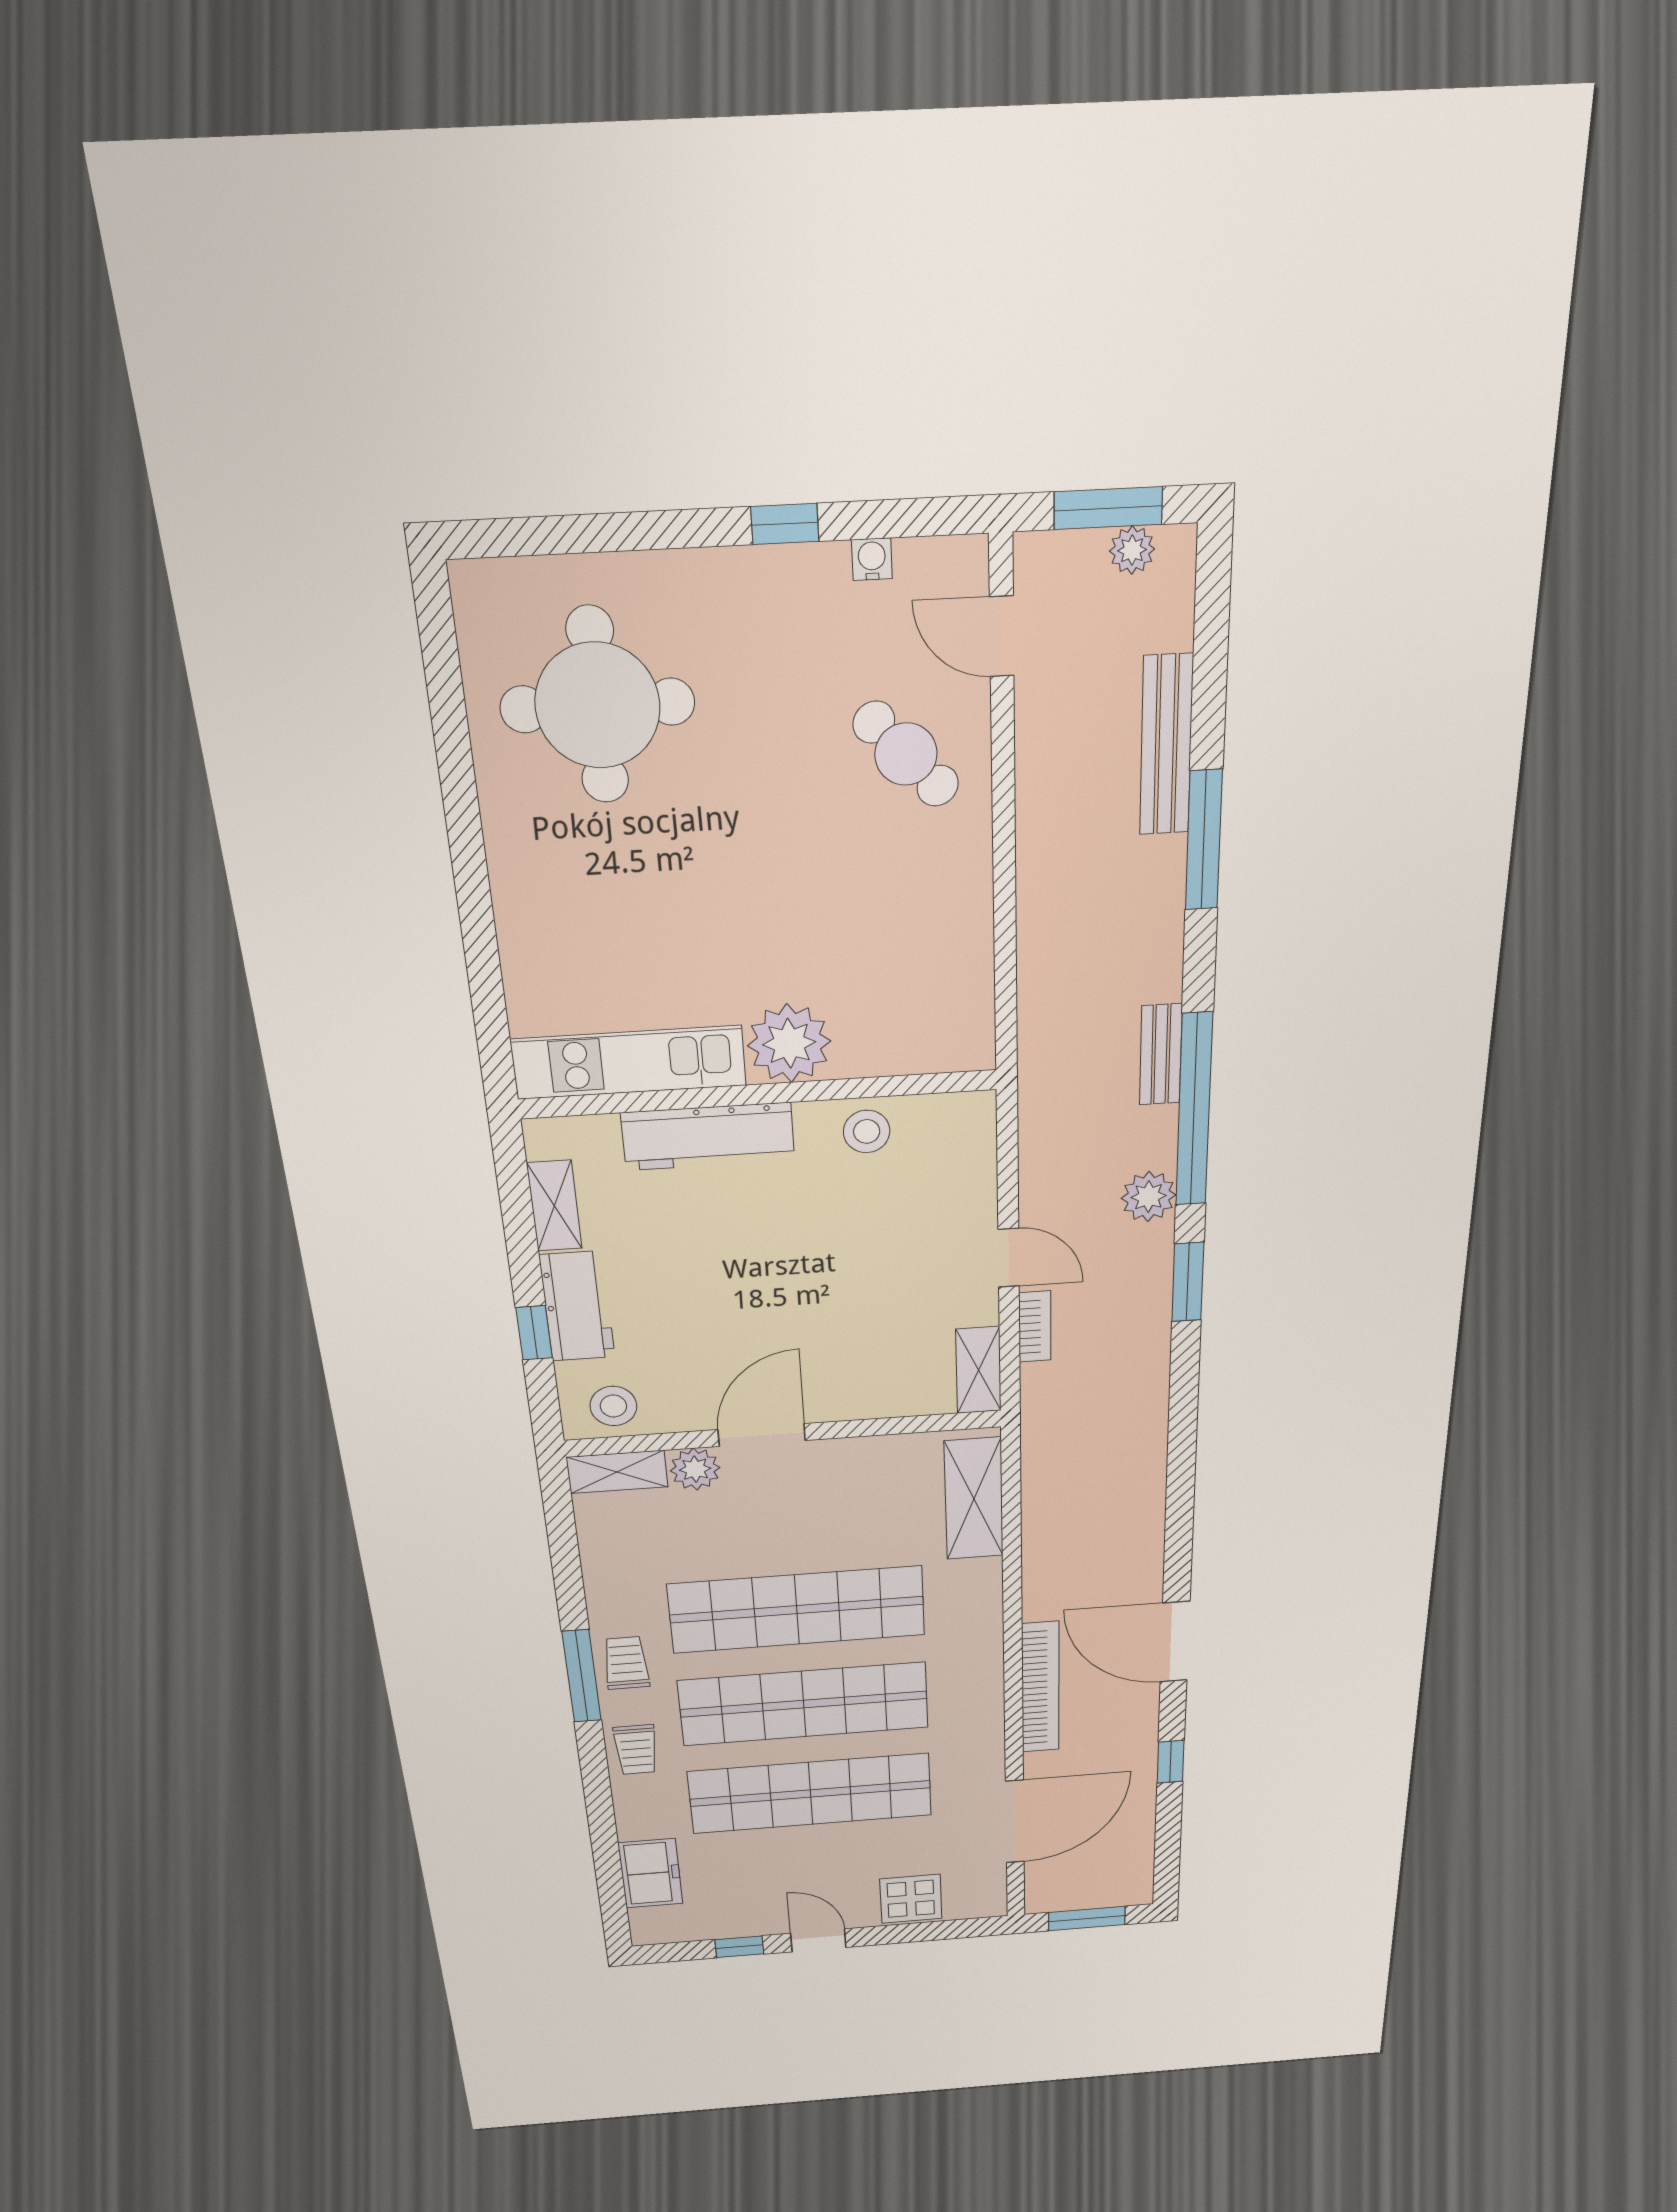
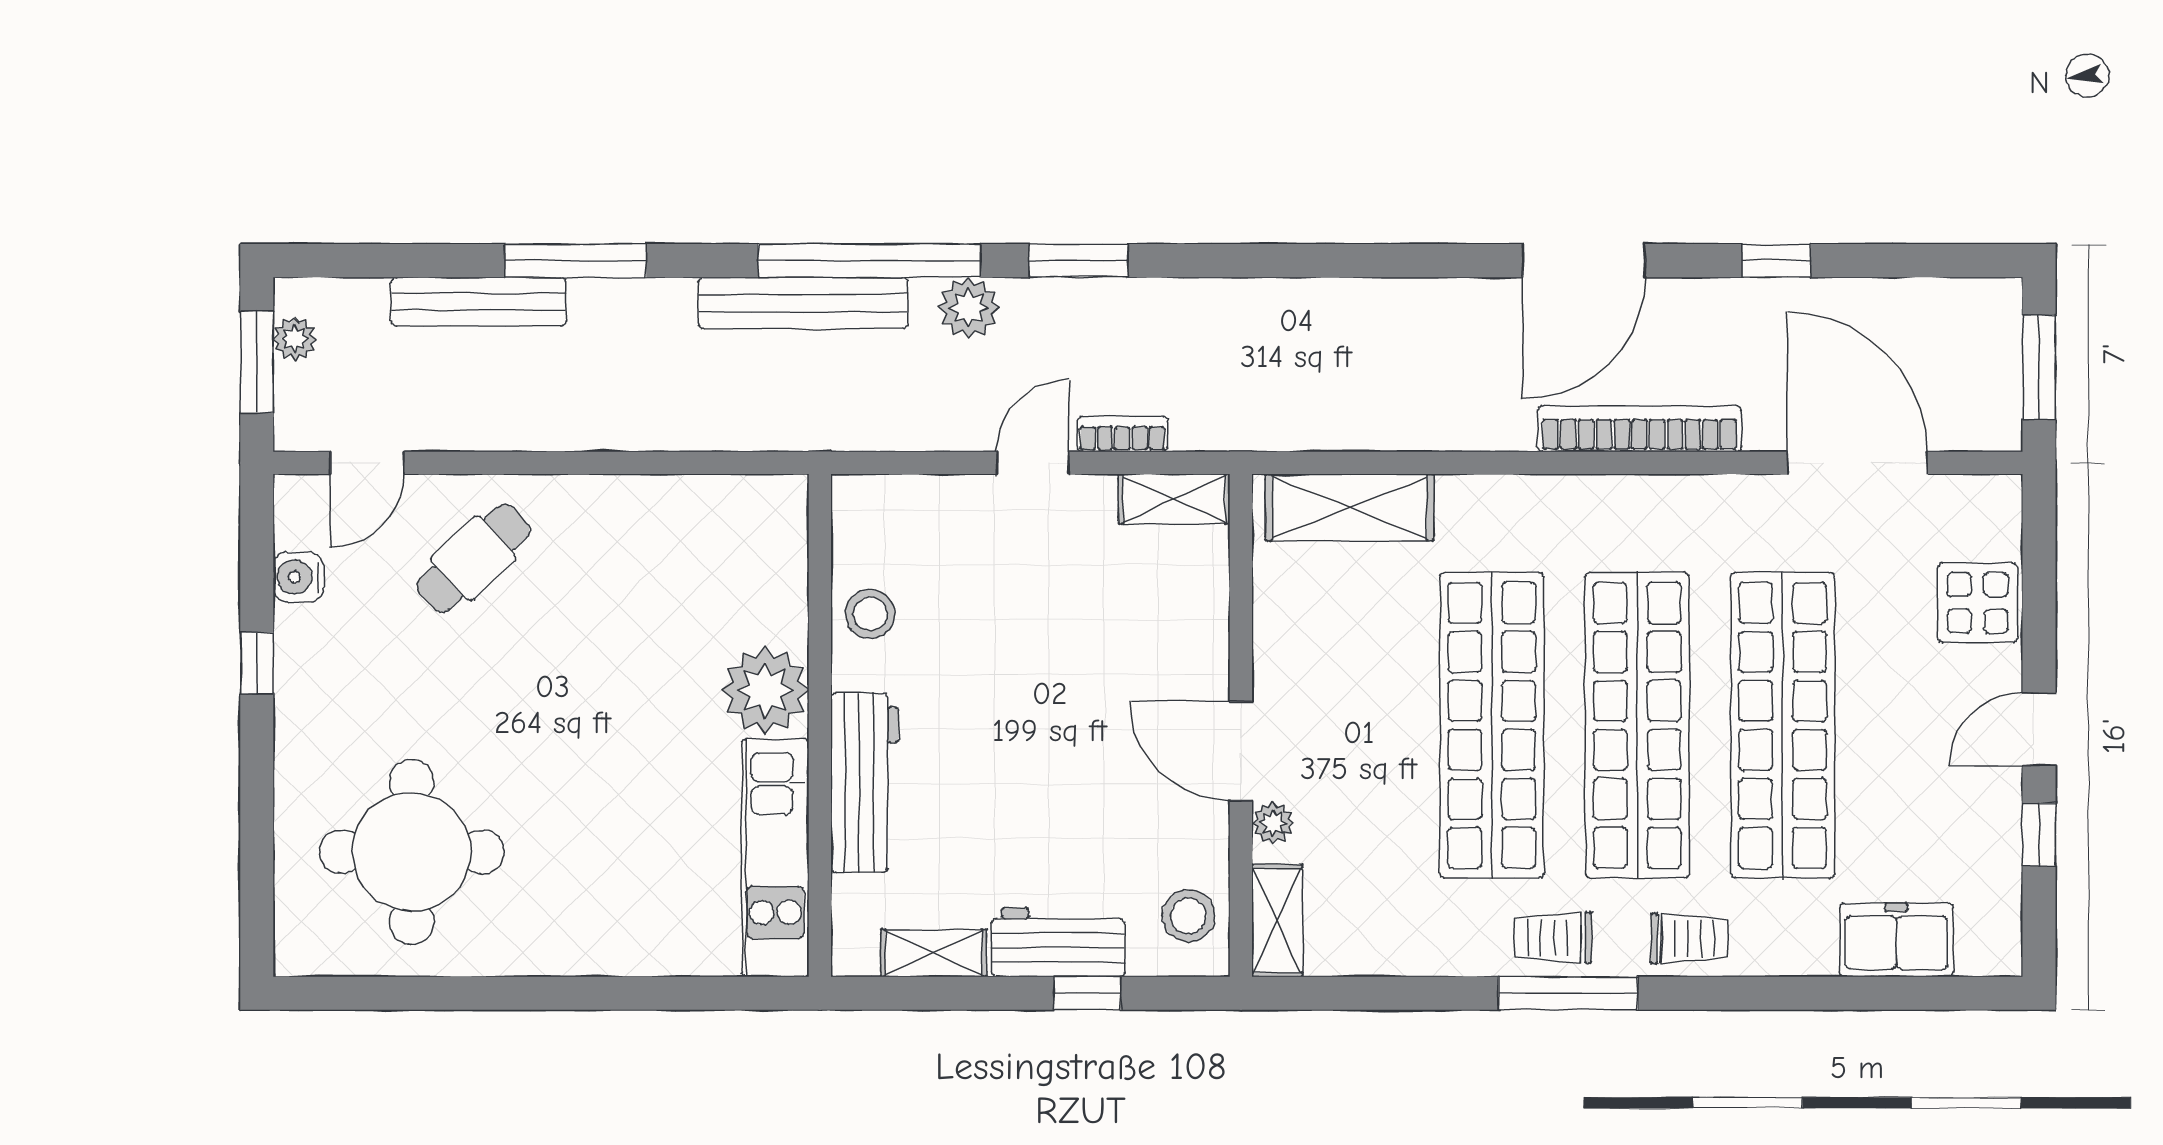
water cooler: (872, 559) -> (298, 577), width x1.38, depth x1.38
bench: (1161, 1055) -> (803, 303), width x1.86, depth x1.21
plant: (695, 1469) -> (1273, 823), width x0.73, depth x0.73

